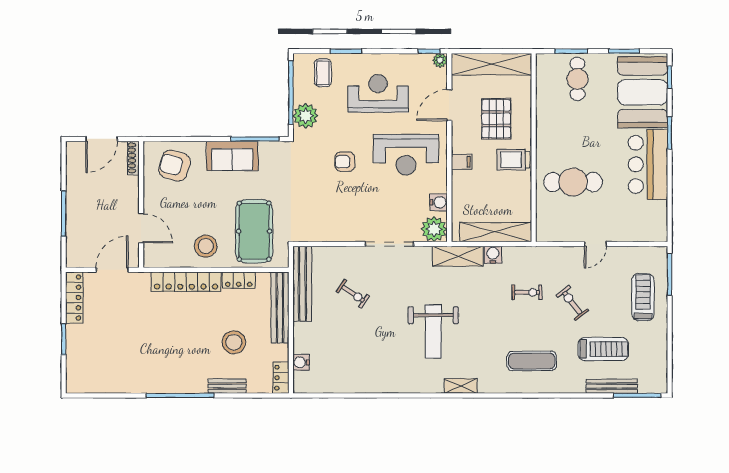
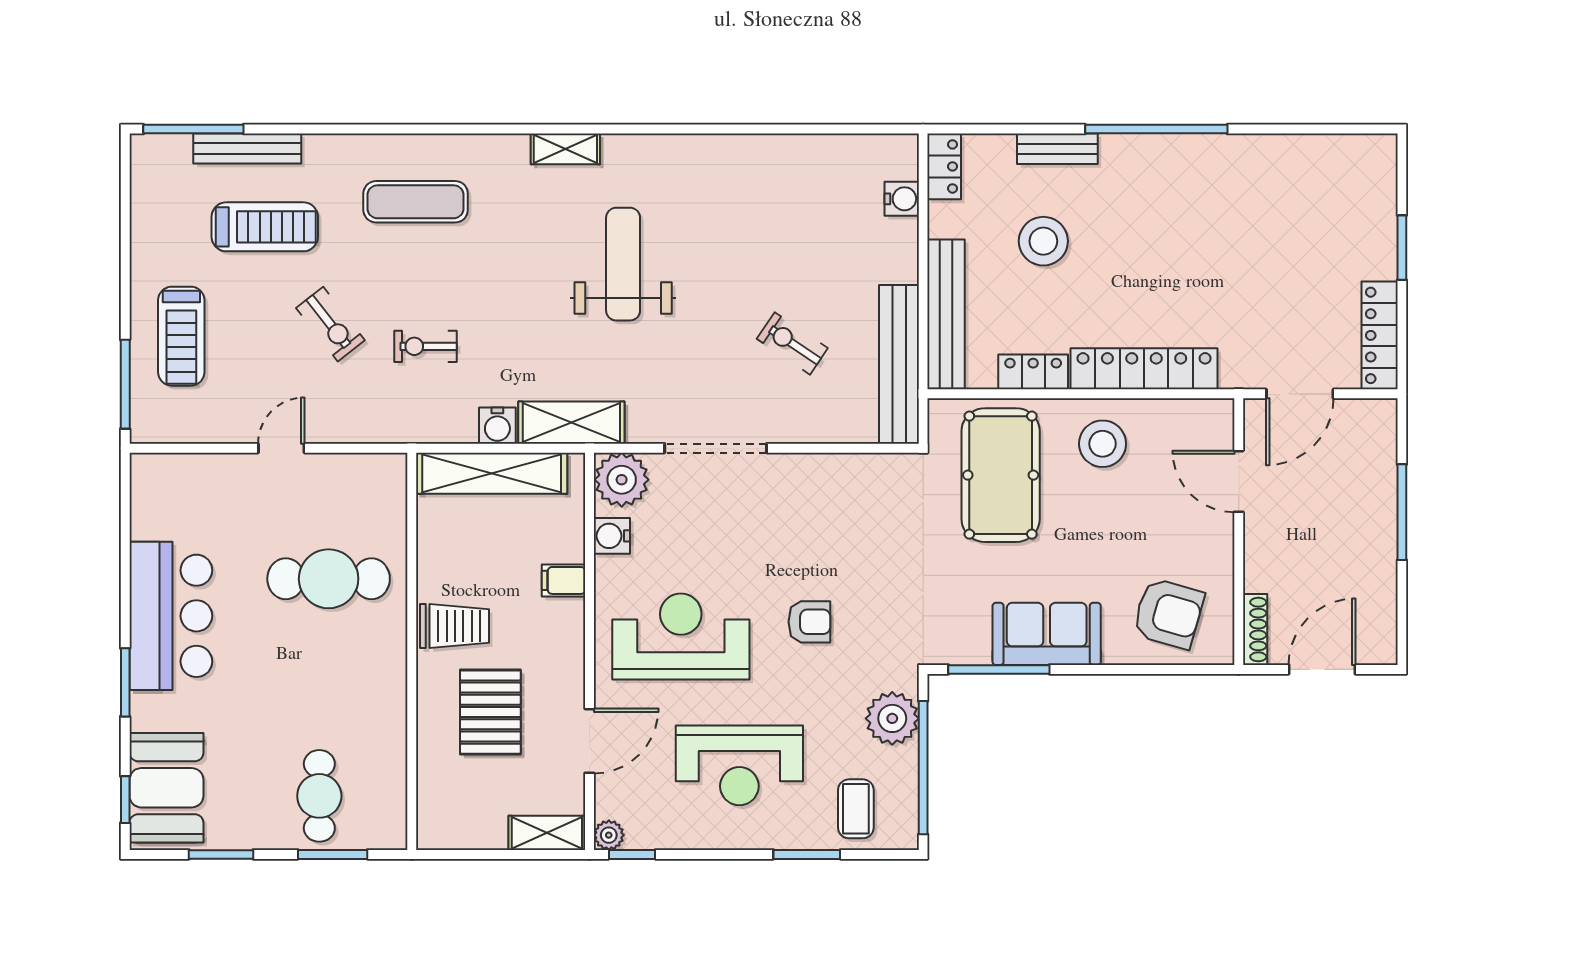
shelving: (491, 64) -> (547, 833), width x0.45, depth x0.75
booth: (643, 92) -> (166, 788), width x0.73, depth x0.70
filing cabinet: (462, 162) -> (564, 580), moved
treadmill: (603, 349) -> (265, 227), turned 180

